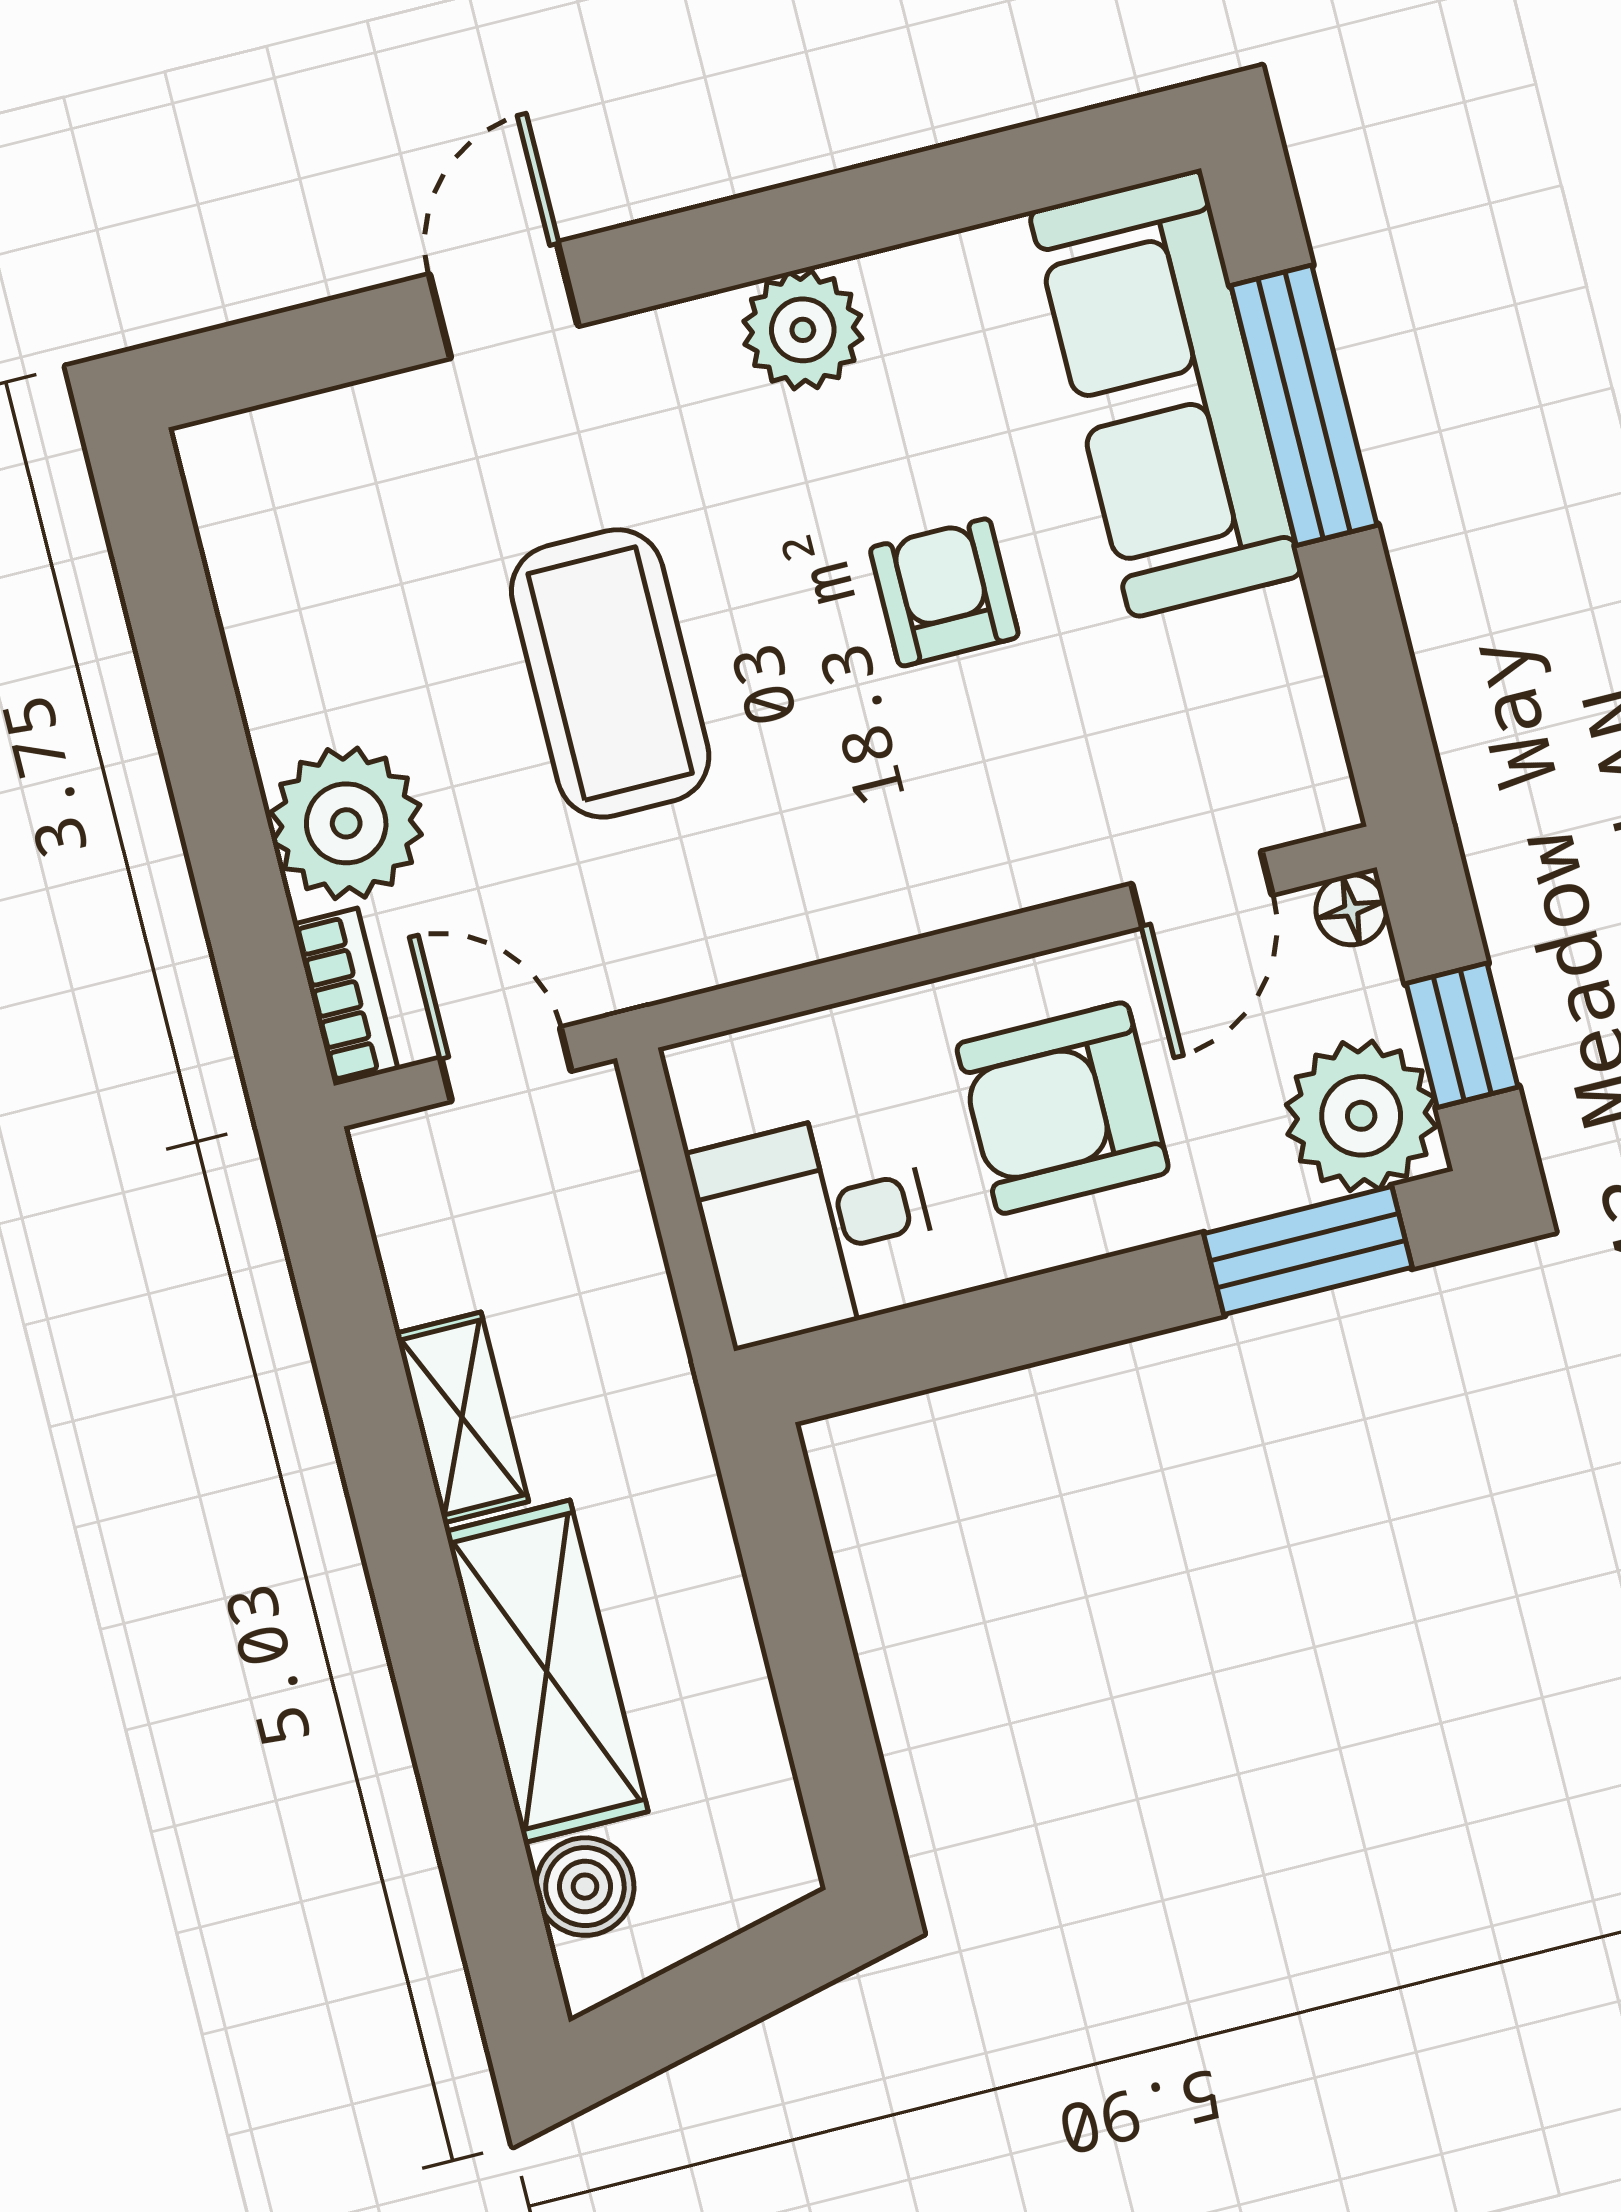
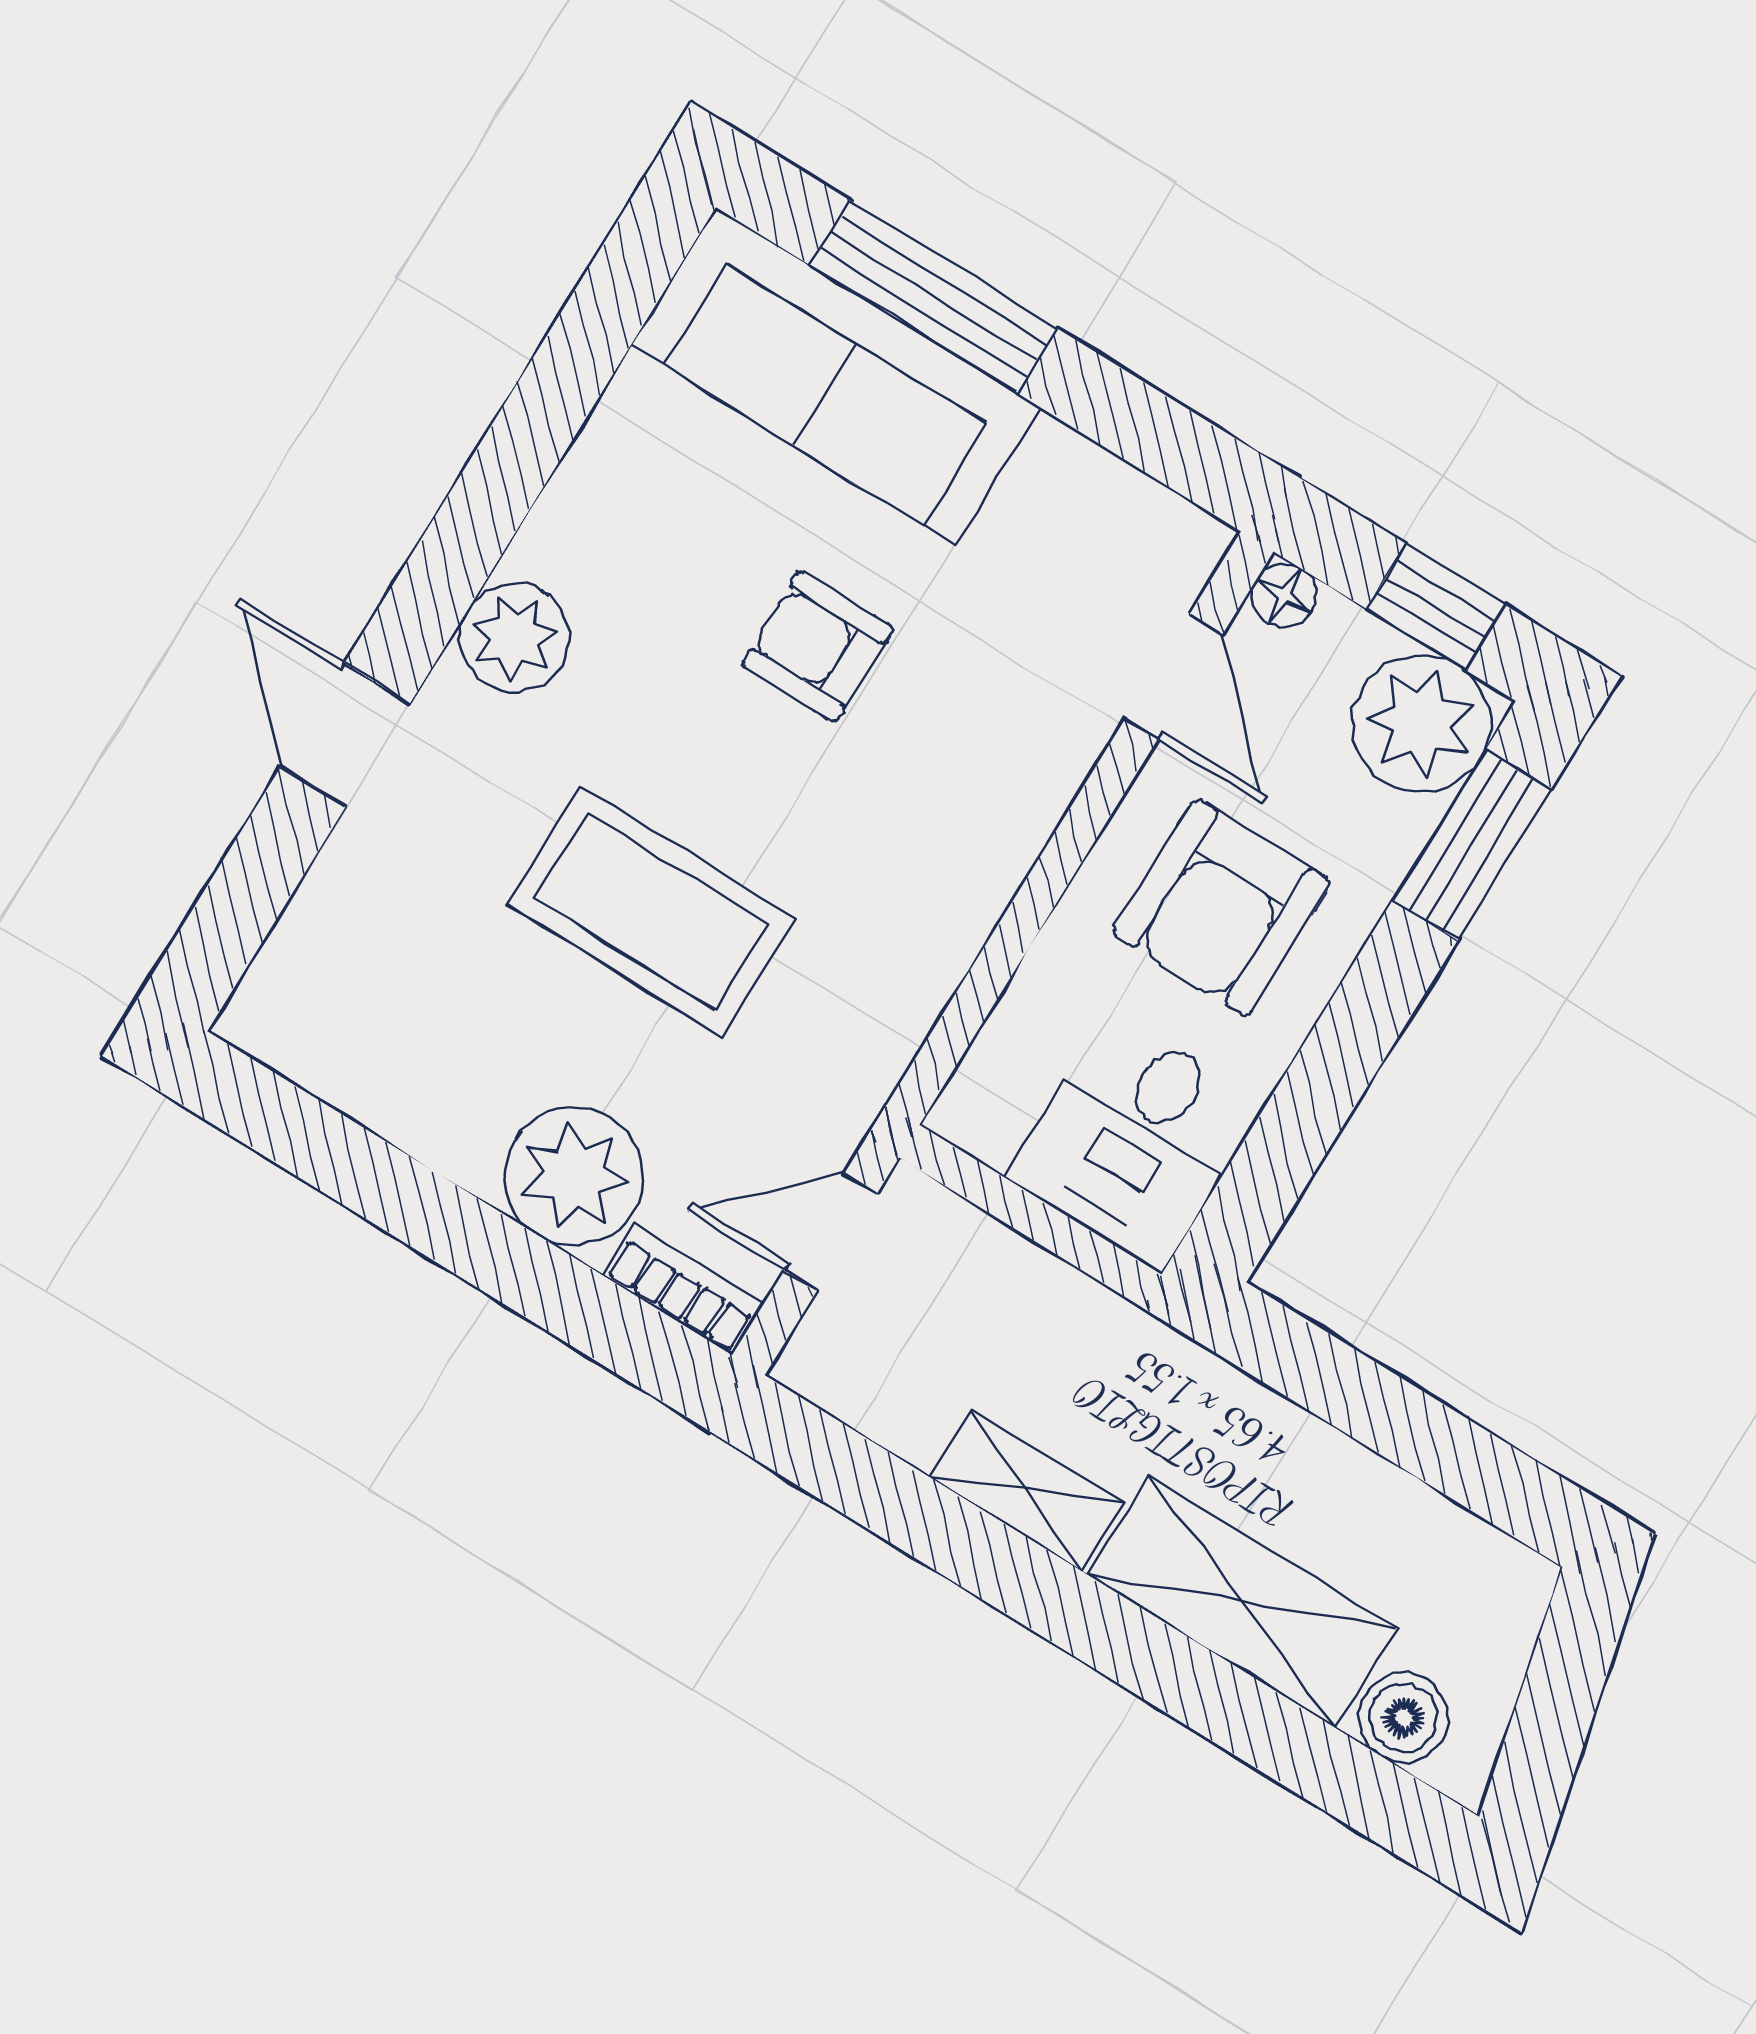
plant: (803, 330) -> (514, 637), moved

